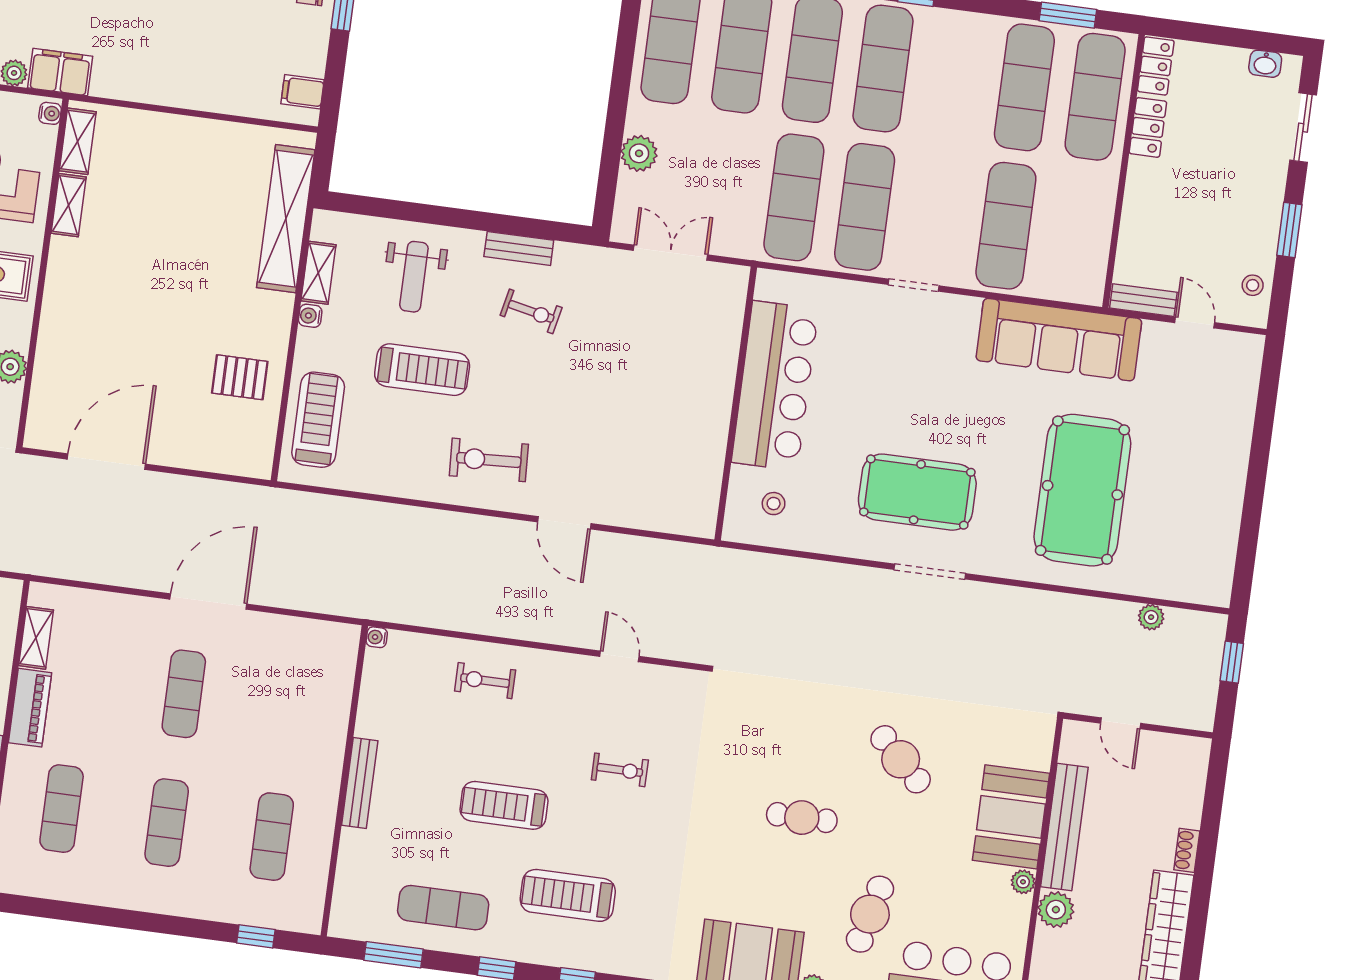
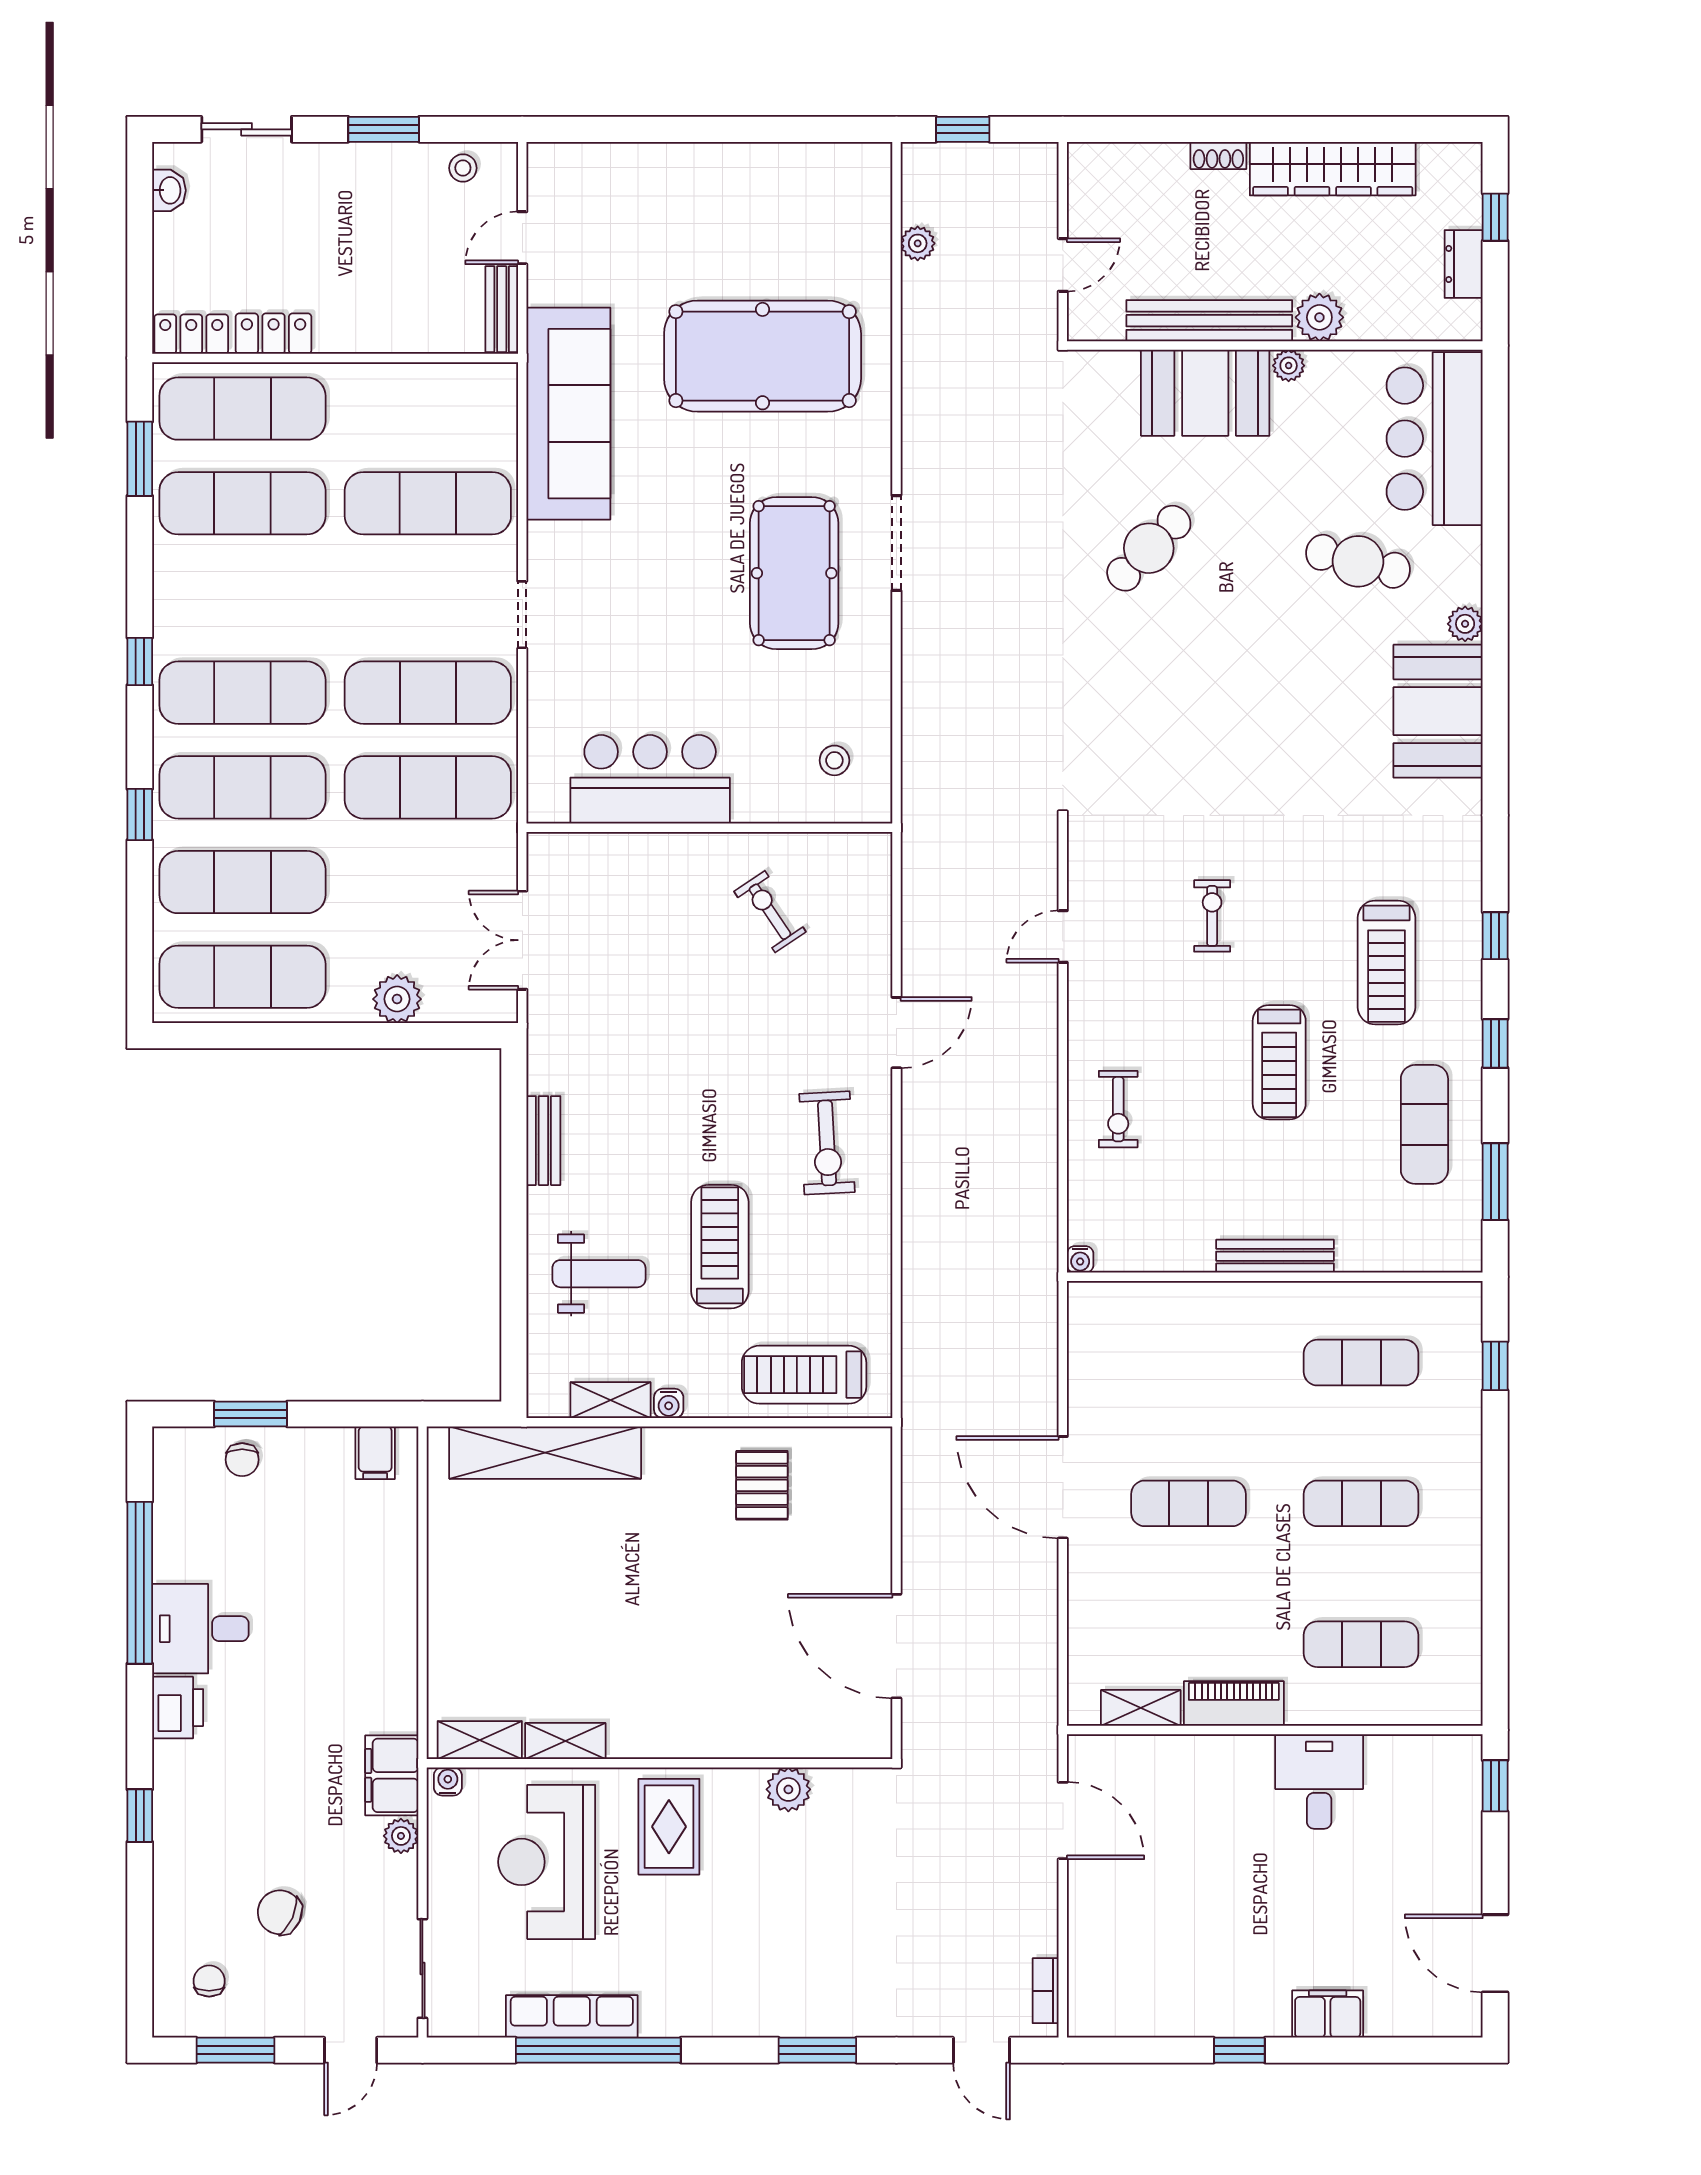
exercise bike: (531, 311) -> (770, 912), moved, turned -46
bar counter: (775, 386) -> (650, 779), width x0.73
cafe table: (802, 818) -> (1243, 668), removed

